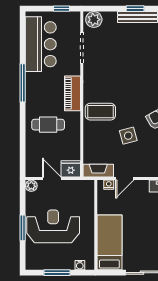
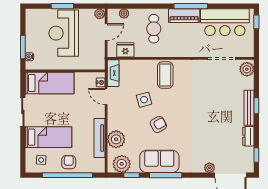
window: (61, 9) -> (256, 22), moved
piano: (72, 93) -> (184, 16), moved, turned 180
plant: (31, 158) -> (124, 14), added
fridge: (71, 169) -> (125, 50), moved, turned -90
reception desk: (53, 226) -> (64, 33), turned 180
window: (57, 273) -> (23, 47), moved

